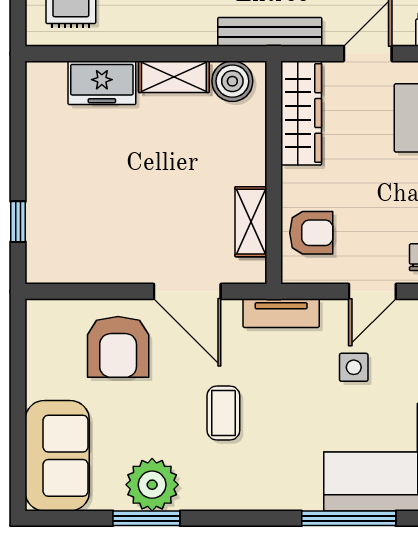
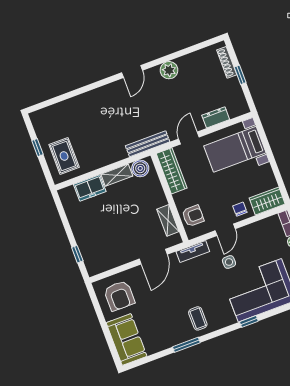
door: (187, 291) -> (153, 257), hinge flipped
armchair: (118, 347) -> (119, 296), moved
coffee table: (223, 413) -> (198, 318), moved
plant: (152, 485) -> (168, 337), removed
window: (146, 518) -> (186, 345), moved
window: (349, 518) -> (249, 321), width x0.46

